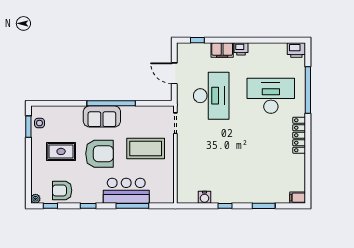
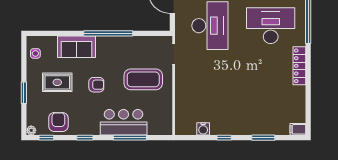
sofa: (102, 116) -> (77, 47), moved
window: (28, 127) -> (24, 93), moved
armchair: (99, 154) -> (96, 85), width x0.53, depth x0.53
armchair: (62, 190) -> (58, 122), turned 90

